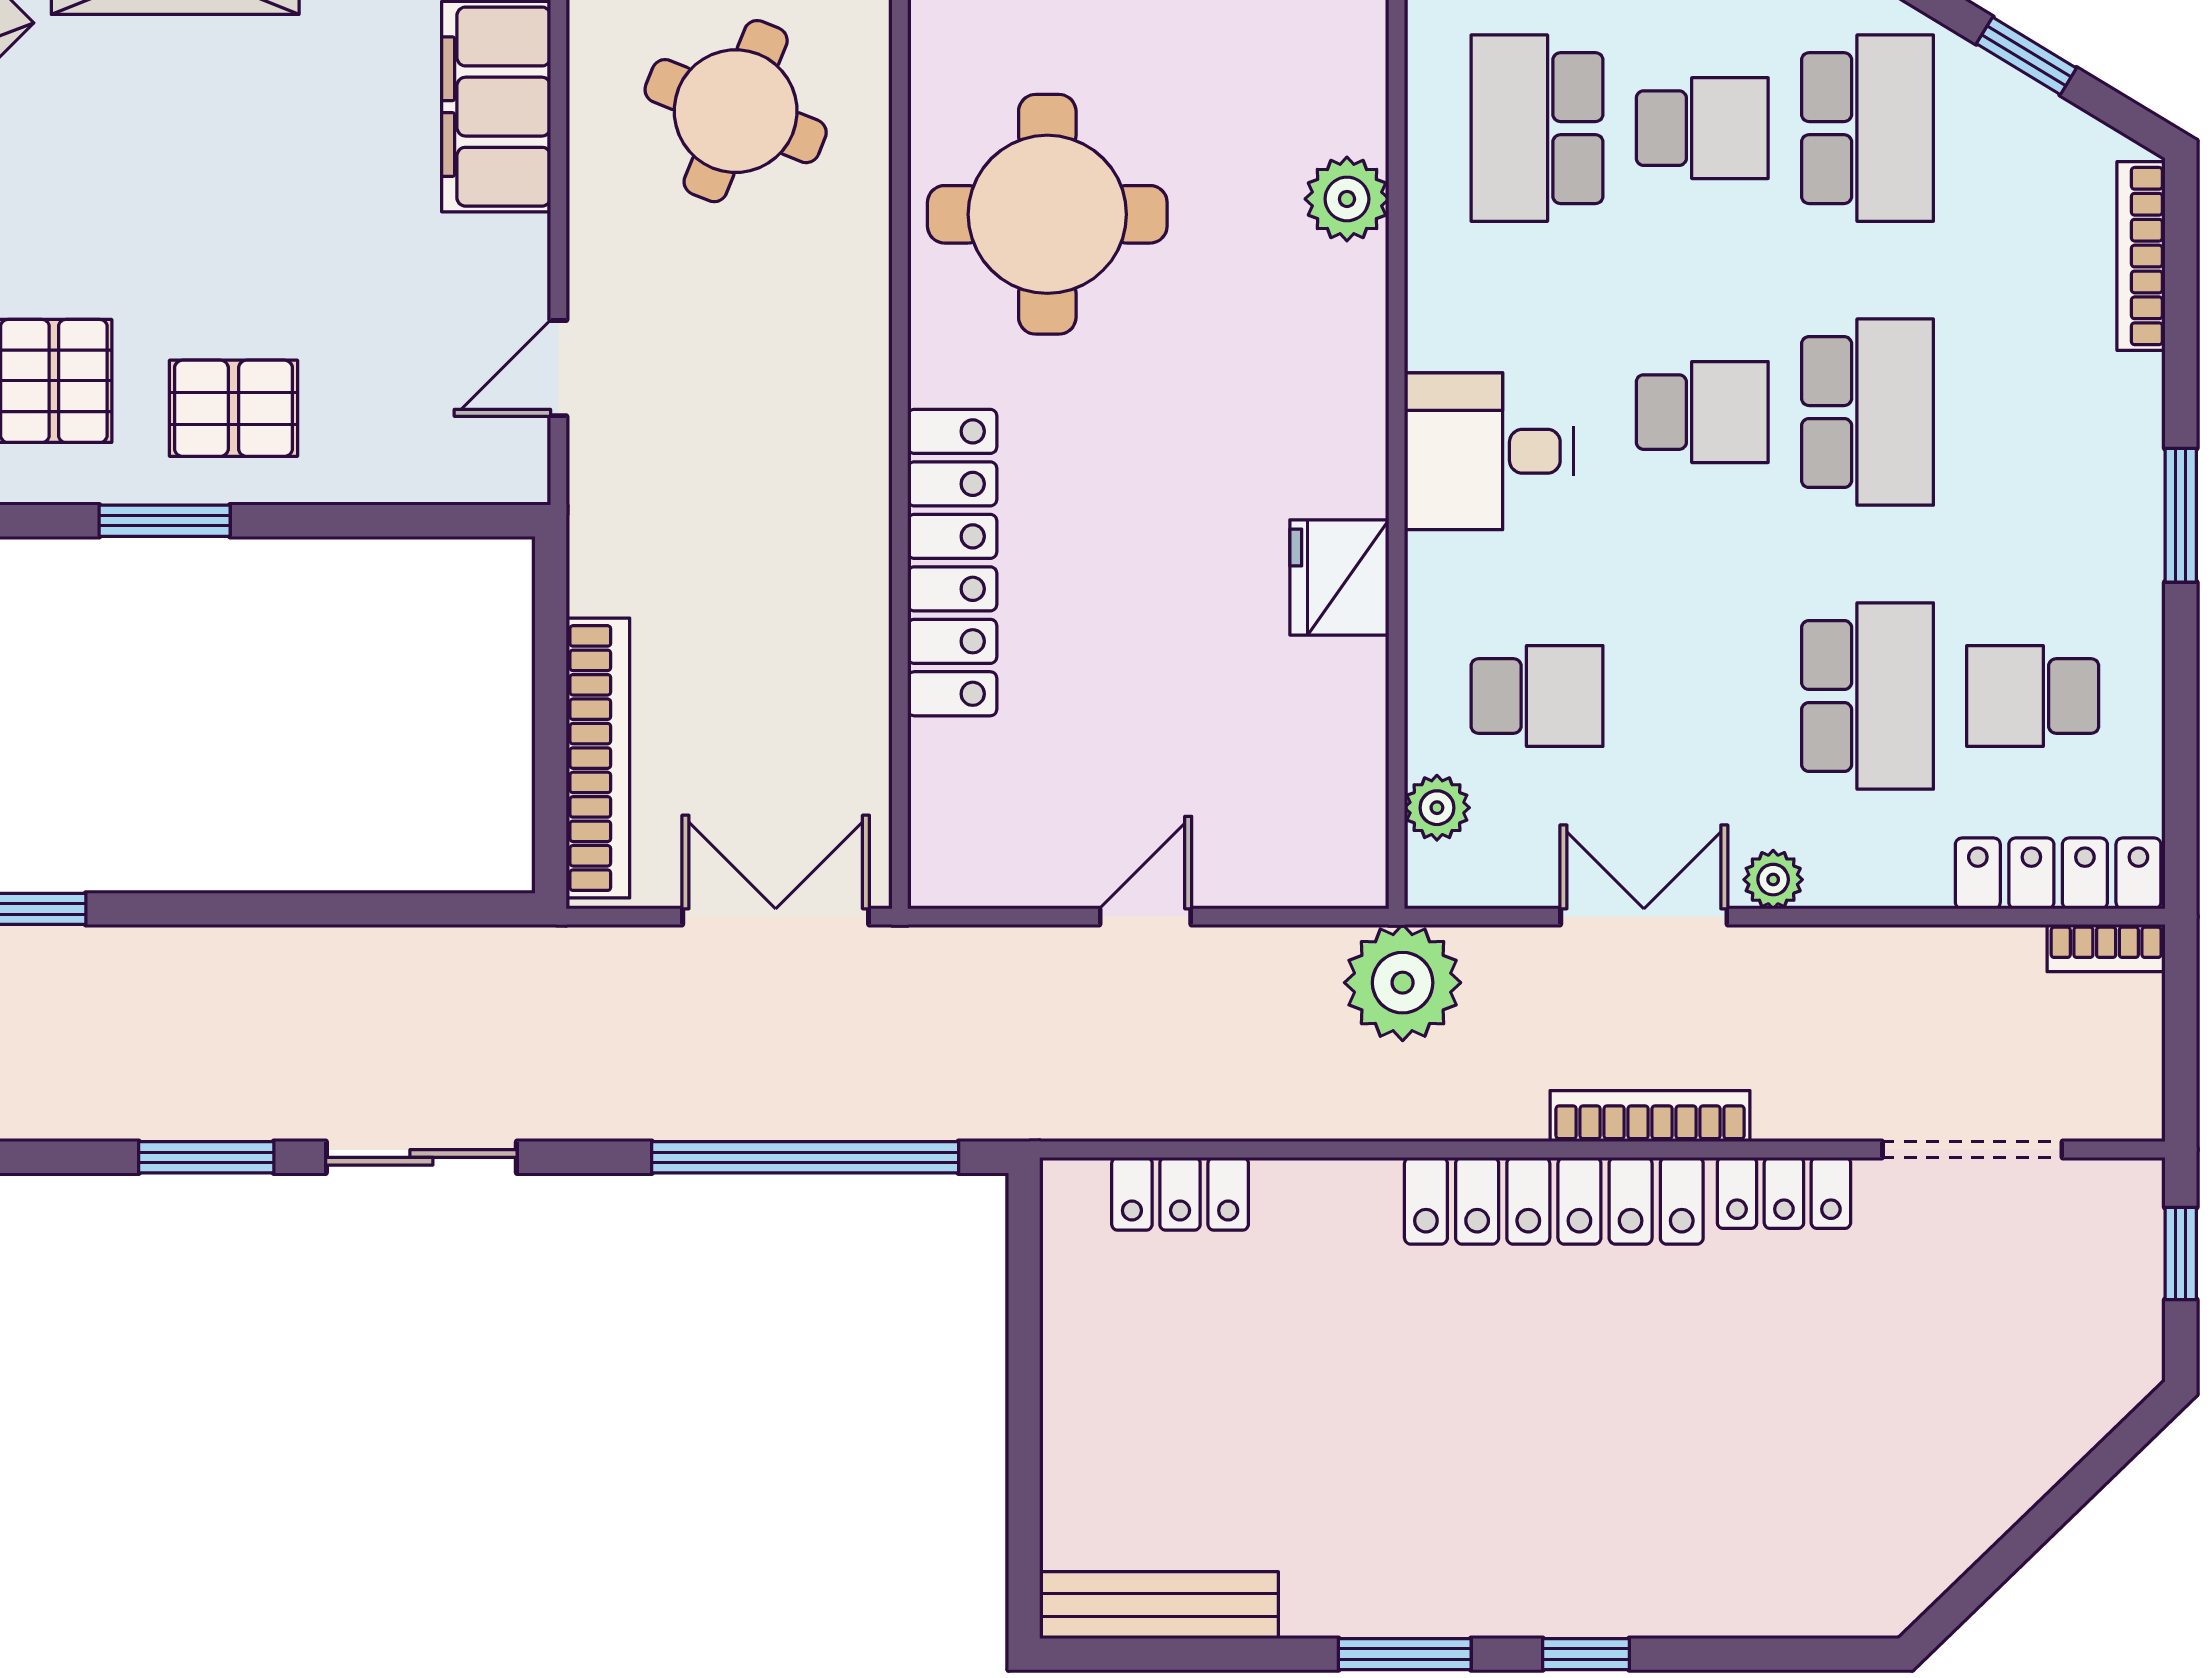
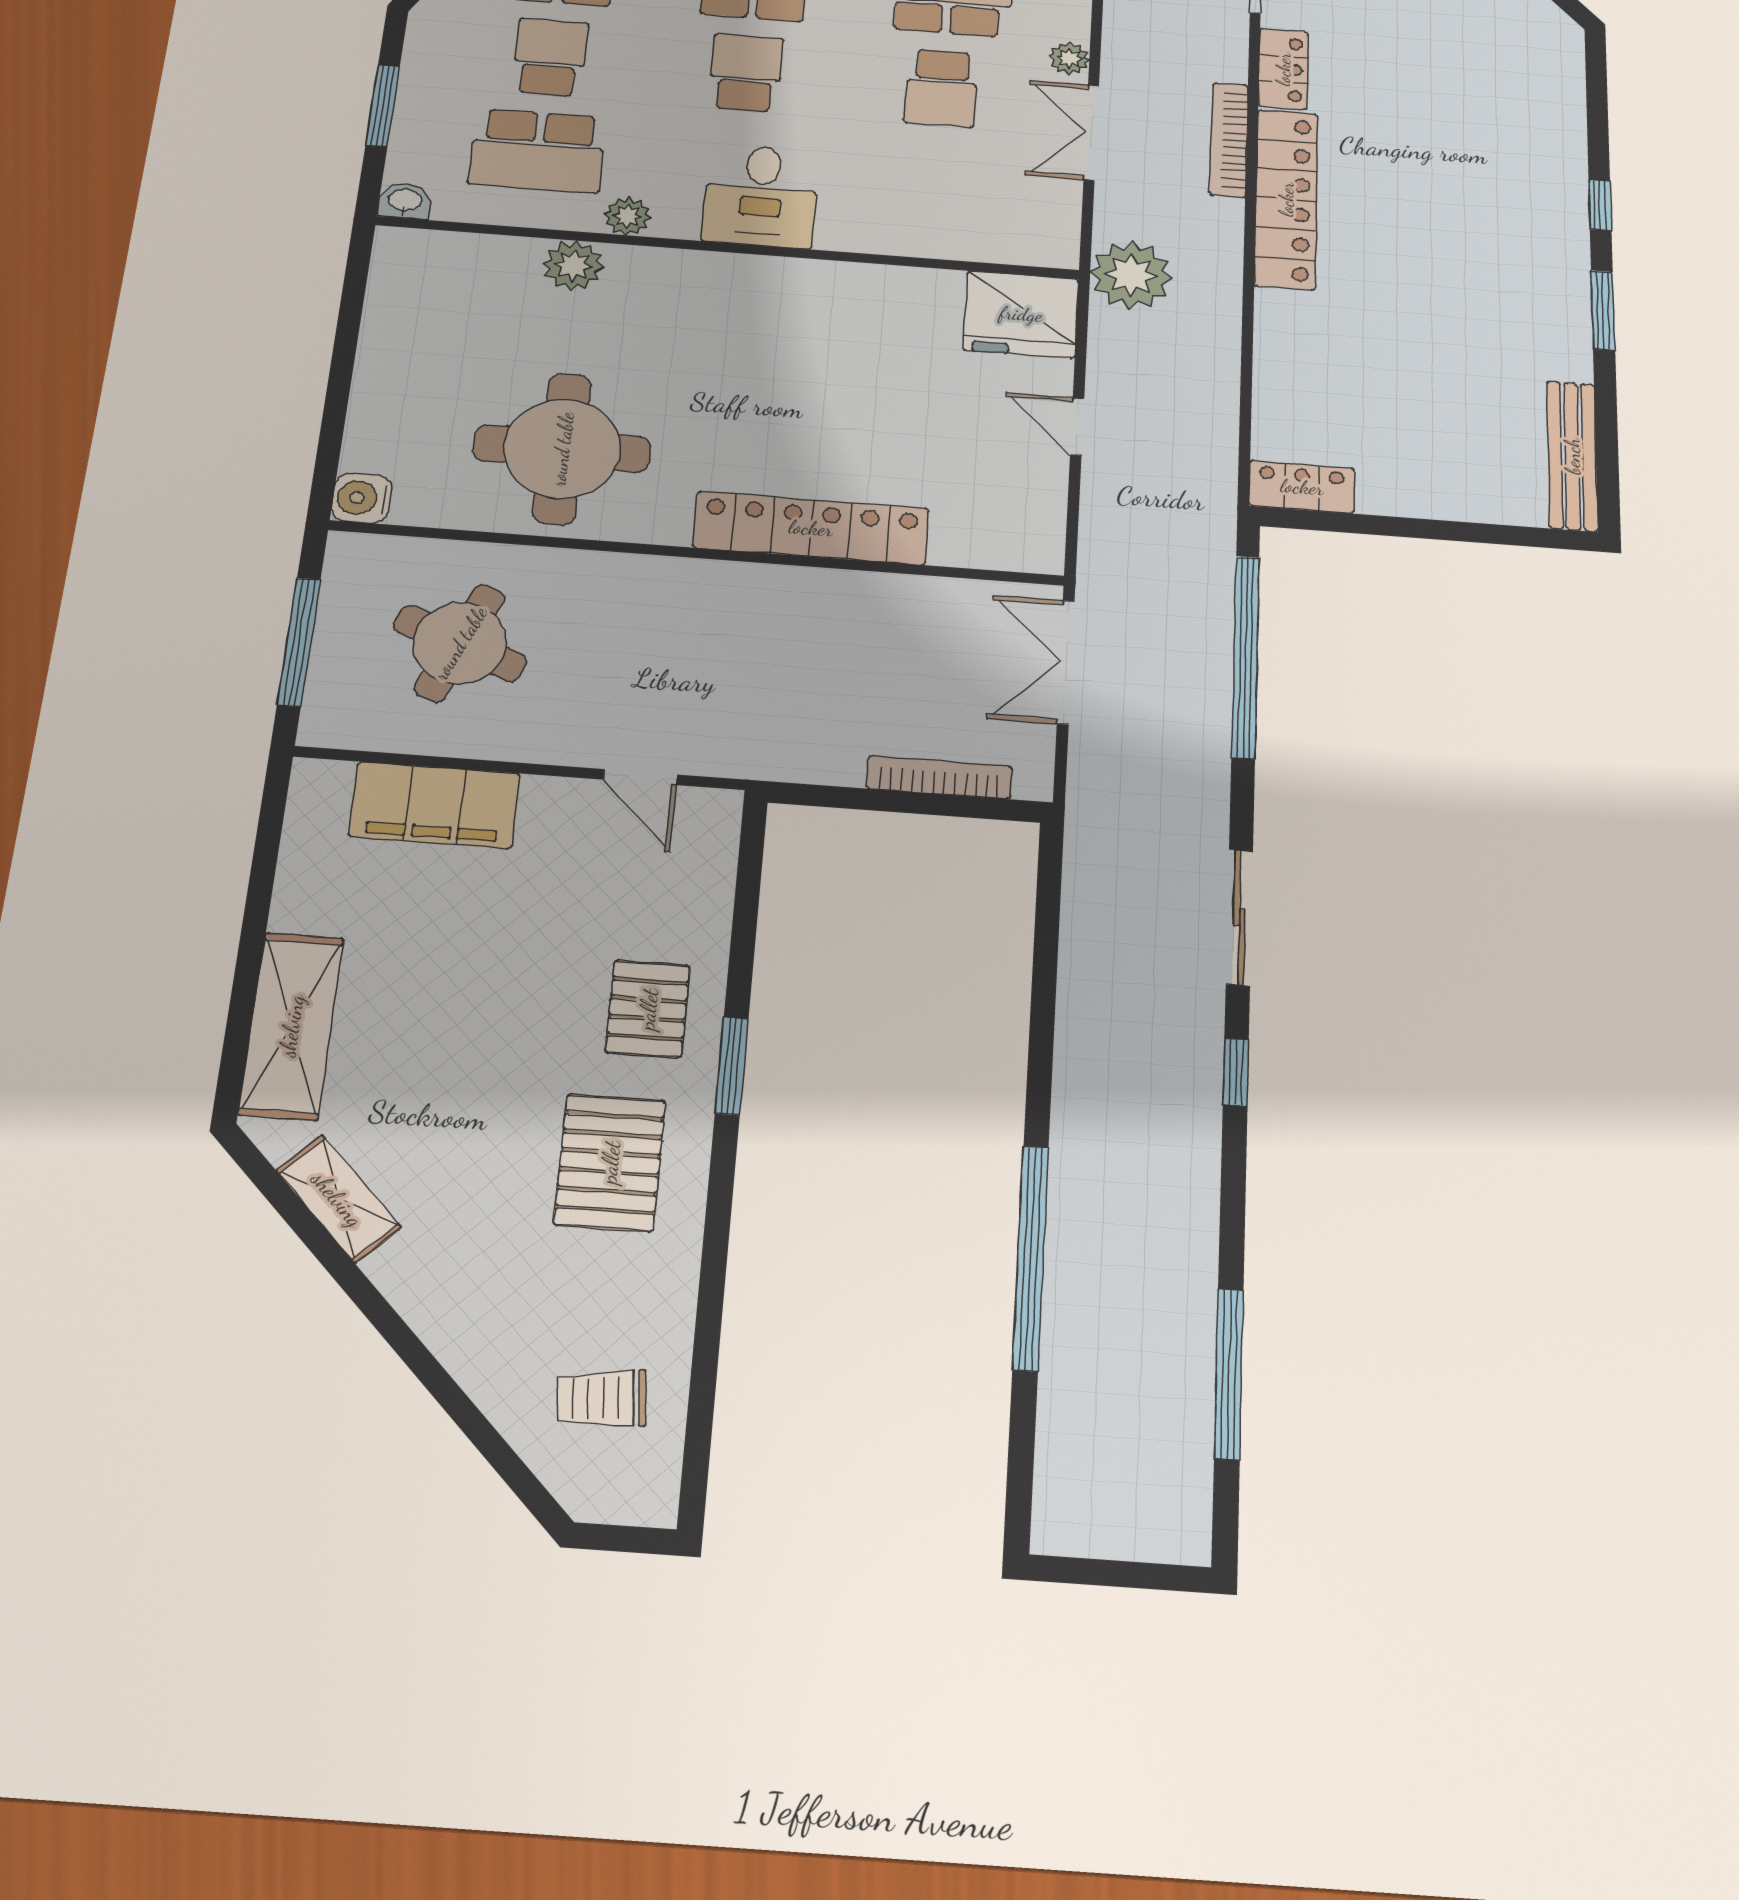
fridge: (1339, 577) -> (1021, 314), moved, width x1.36, depth x1.34
school desk: (1537, 696) -> (941, 88), moved, turned 180
bookcase: (598, 758) -> (939, 777), width x0.68, depth x0.76
plant: (1437, 808) -> (628, 216), moved
window: (206, 1157) -> (1236, 1072), width x0.67
locker: (1180, 1194) -> (1302, 487), moved, turned -90

